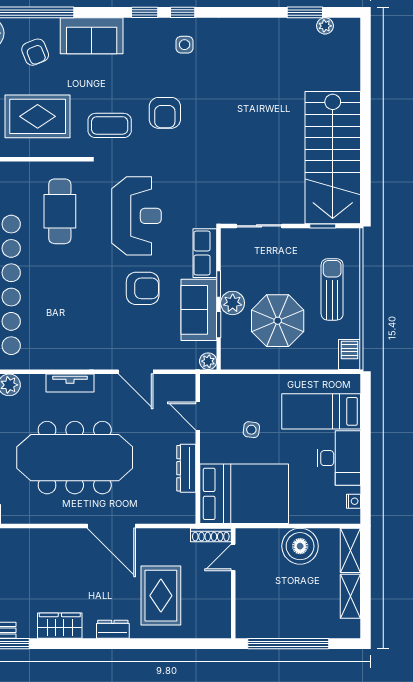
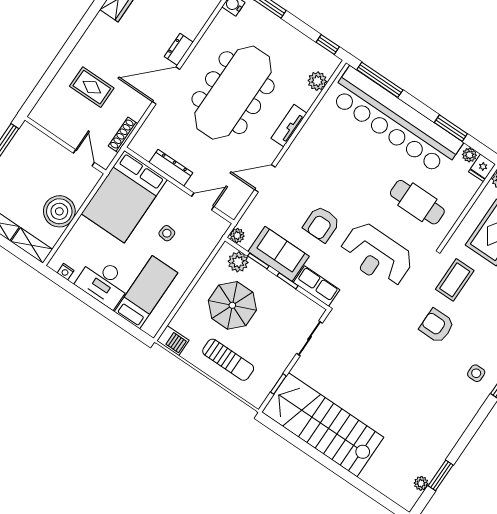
plant: (233, 303) -> (238, 262), moved
shoe rack: (211, 535) -> (123, 135), moved
rug: (161, 596) -> (92, 87), width x0.73, depth x0.70
dresser: (113, 629) -> (179, 49), moved, turned 180

